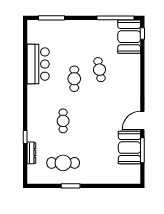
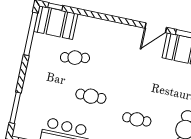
cafe table: (99, 70) -> (75, 58), moved
door: (142, 121) -> (156, 28), hinge flipped

